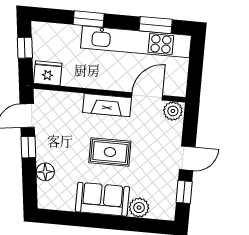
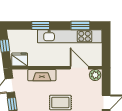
door: (147, 96) -> (79, 68), hinge flipped
fireplace: (107, 105) -> (42, 75), moved

